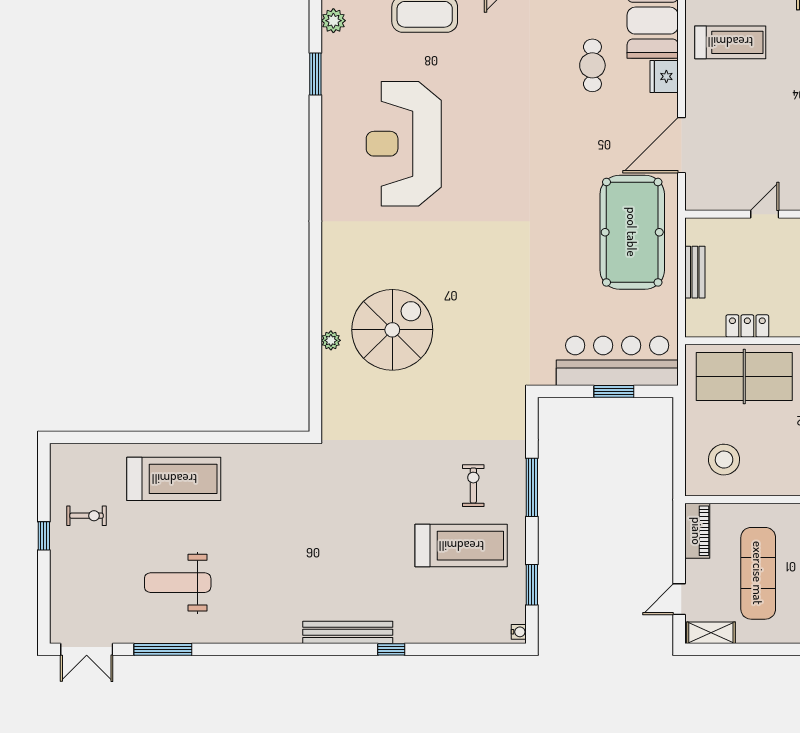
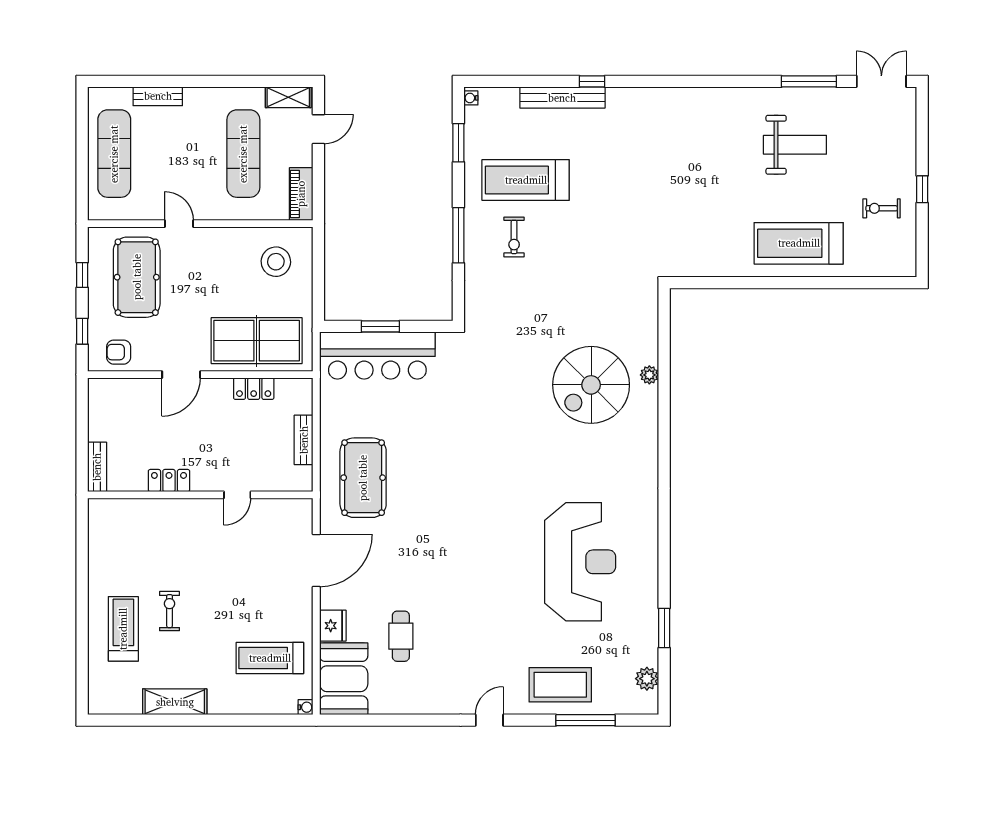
pool table: (632, 232) -> (363, 478), width x0.73, depth x0.76
bench: (348, 632) -> (562, 98), moved

